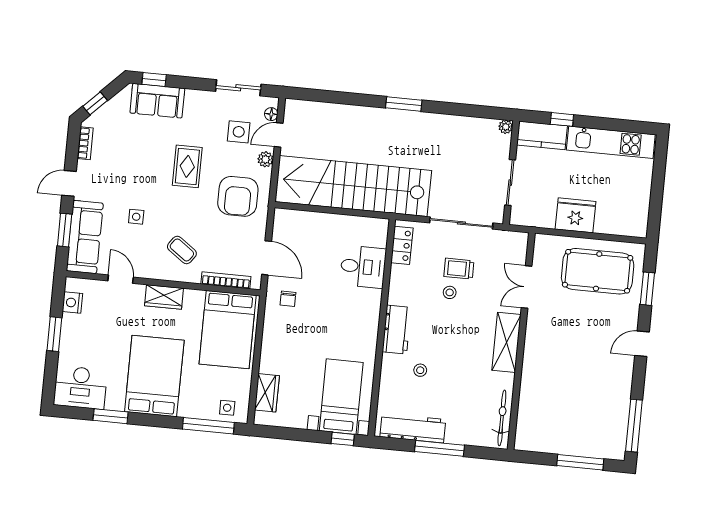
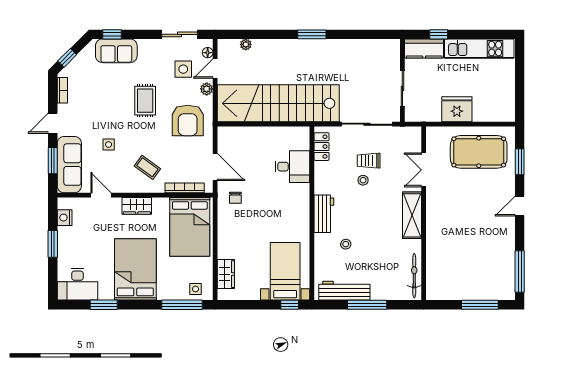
plant: (506, 127) -> (246, 44), moved

